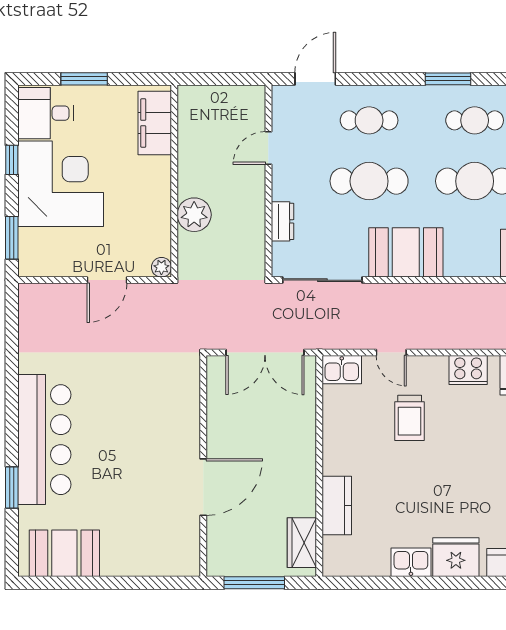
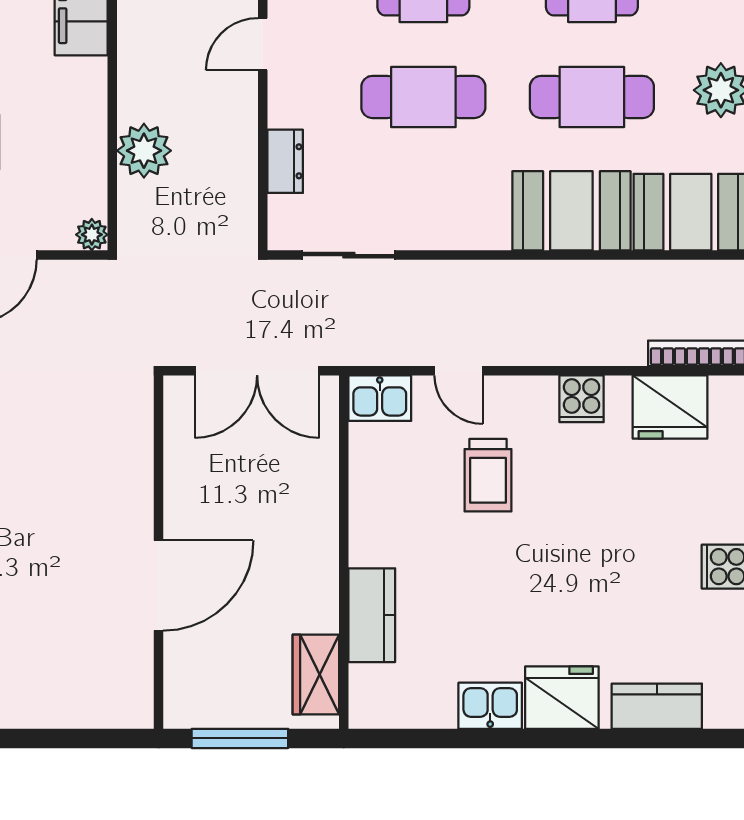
booth: (406, 252) -> (571, 211), moved
sliding door: (322, 280) -> (349, 255), width x0.73
cooker: (468, 370) -> (582, 399), width x0.73

